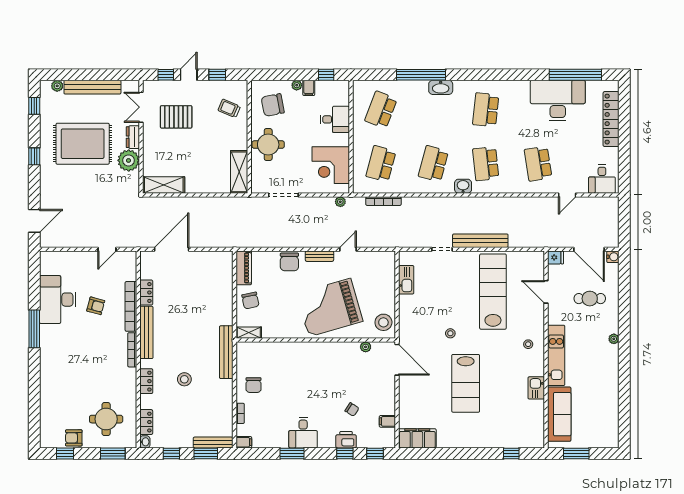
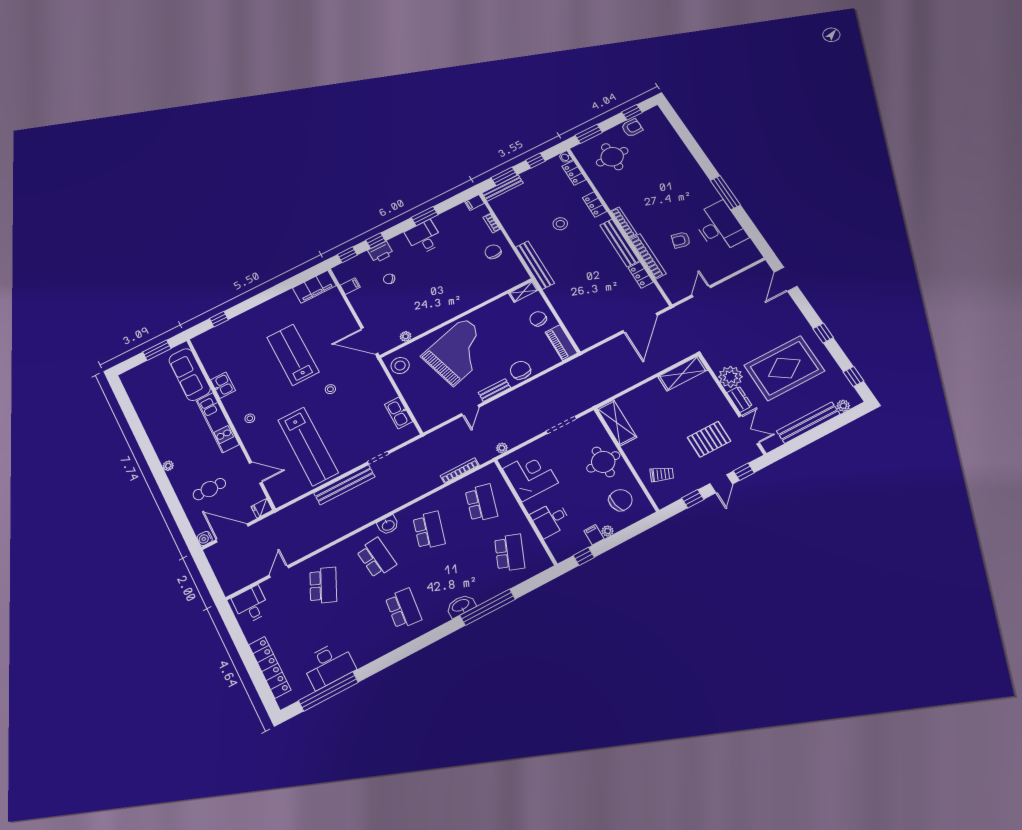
desk: (558, 101) -> (329, 665), width x0.73, depth x0.77
school desk: (538, 164) -> (323, 585), turned 33

